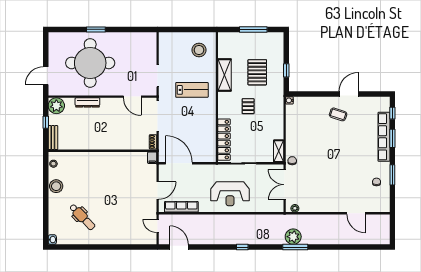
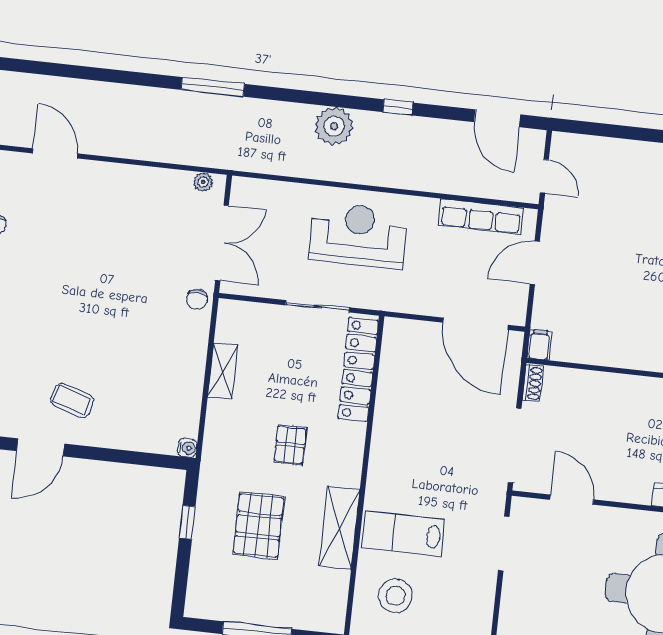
lab bench: (192, 90) -> (403, 534), moved
shelving: (279, 151) -> (223, 371), moved
plant: (293, 237) -> (334, 126), moved
window: (242, 247) -> (398, 107), moved

